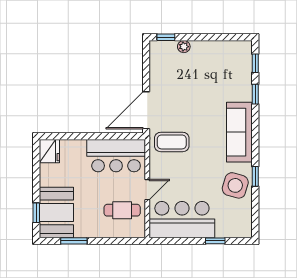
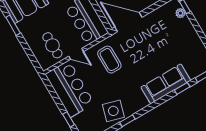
plant: (184, 47) -> (180, 13), moved
sofa: (239, 132) -> (166, 84), moved
coffee table: (172, 142) -> (109, 60), moved

